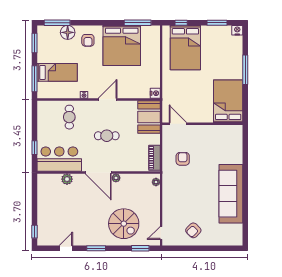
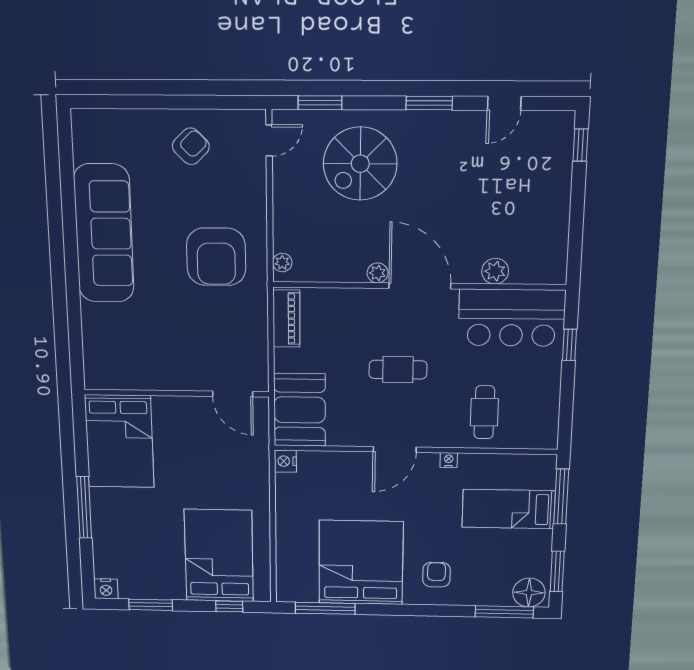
floor lamp: (68, 32) -> (529, 593), moved
armchair: (183, 159) -> (216, 257), moved, width x1.88, depth x1.88
spiral stairs: (124, 224) -> (360, 164), turned -90

